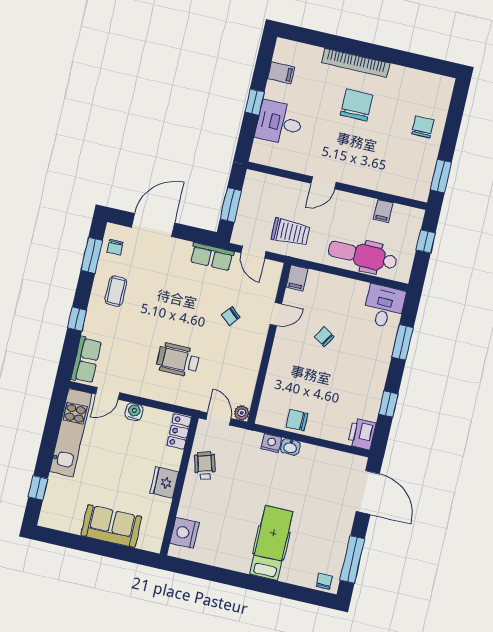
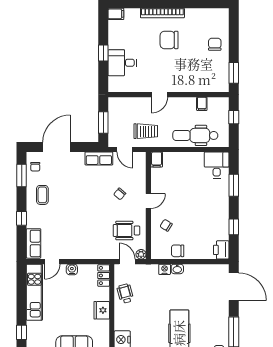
filing cabinet: (281, 73) -> (116, 14), moved
chair: (356, 105) -> (169, 40), turned -90
door: (276, 314) -> (148, 201), moved
chair: (324, 337) -> (166, 225), moved
wheelchair: (178, 360) -> (126, 230), moved

